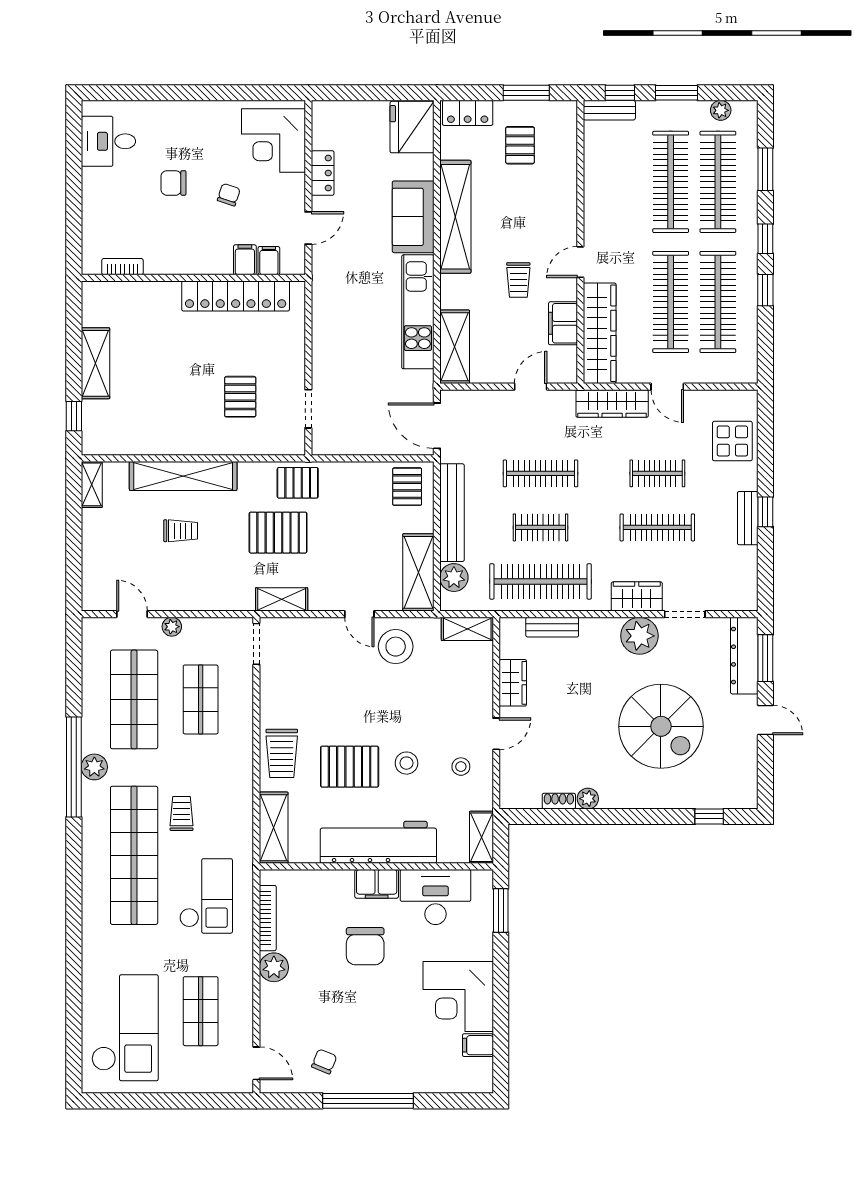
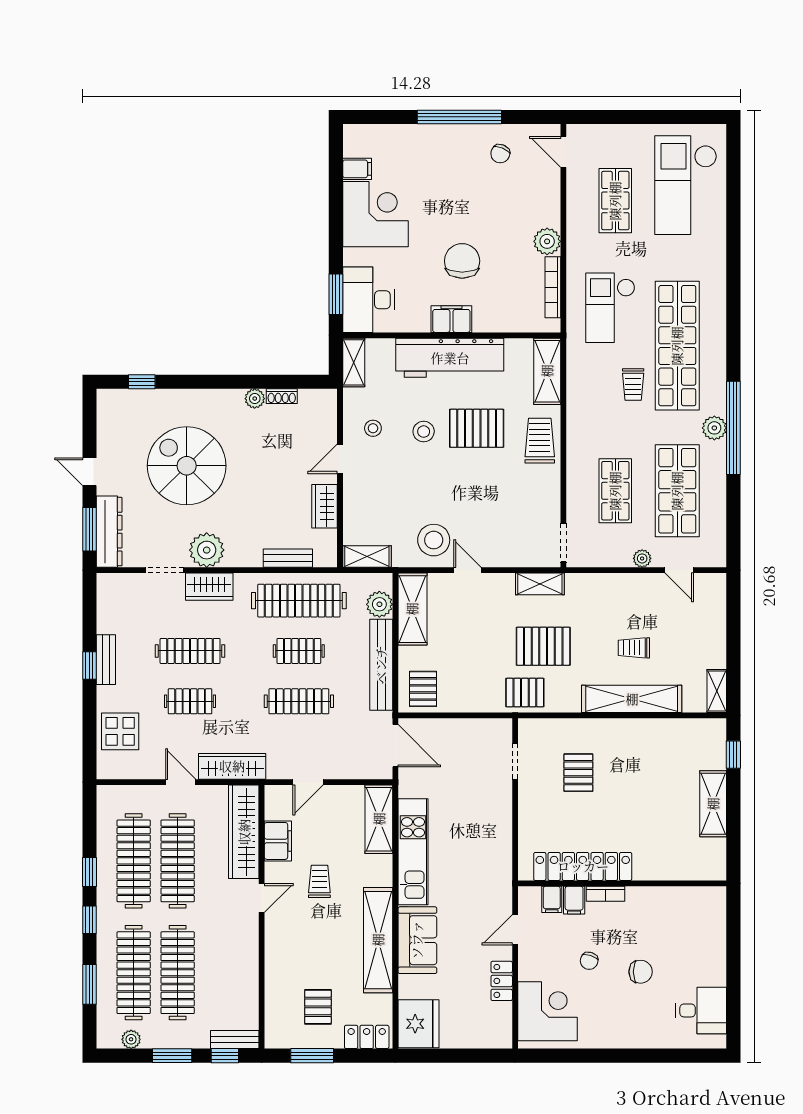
bookcase: (122, 267) -> (606, 894), moved
desk: (435, 897) -> (369, 300), moved, turned 90

